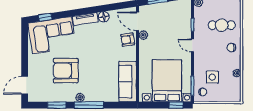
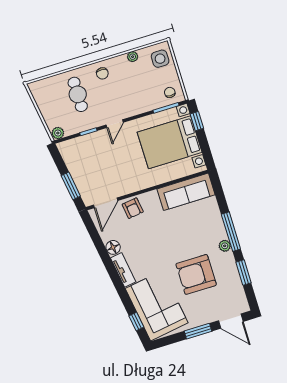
plant: (143, 35) -> (121, 190), removed
window: (25, 59) -> (198, 331), added
armchair: (66, 71) -> (196, 274), turned 90
side table: (212, 77) -> (160, 59), moved

